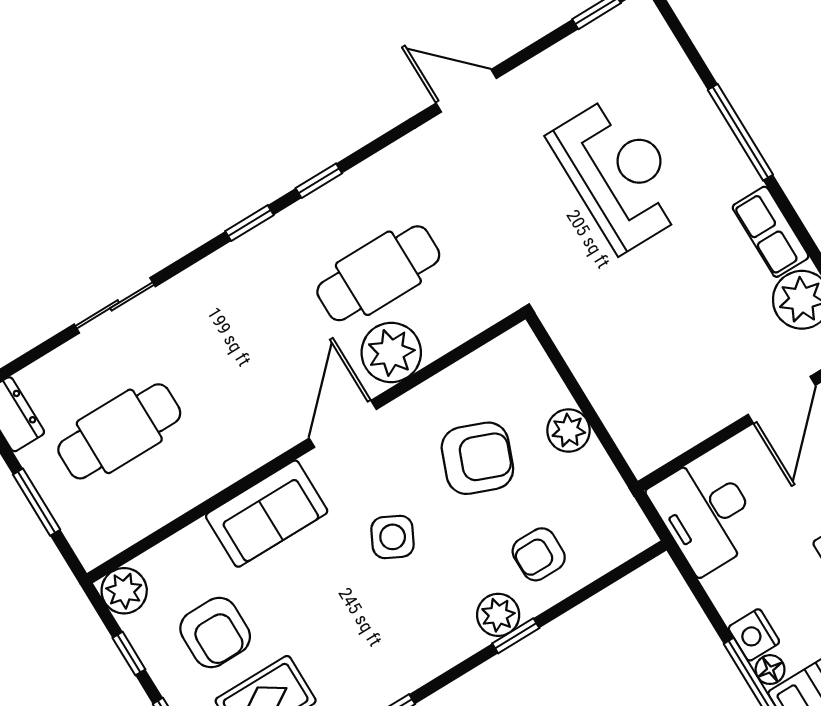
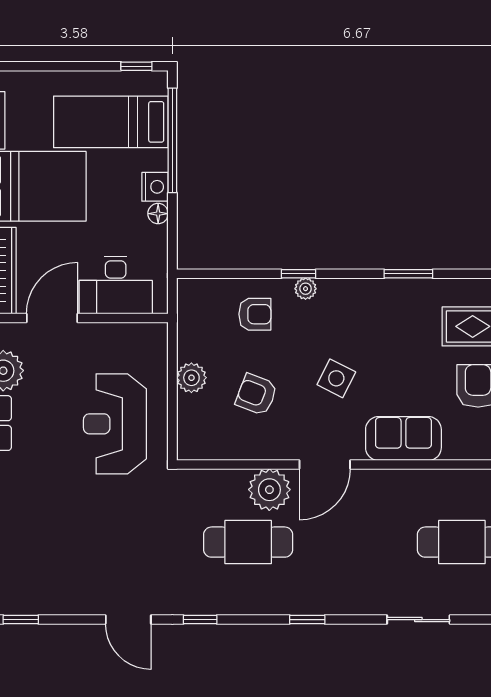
reception desk: (619, 173) -> (115, 424), moved
window: (319, 181) -> (200, 620), moved
armchair: (477, 458) -> (256, 394), width x0.72, depth x0.72
desk: (706, 514) -> (116, 285), moved, turned 90
plant: (498, 615) -> (306, 289), width x0.73, depth x0.73
floor lamp: (770, 670) -> (158, 214), moved

